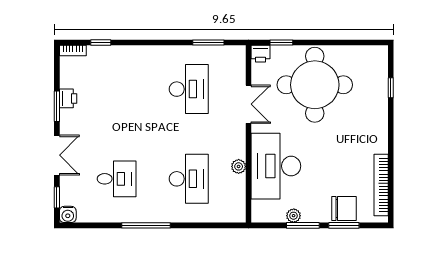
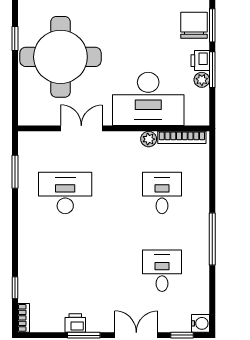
window: (281, 43) -> (15, 38), moved
printer: (260, 54) -> (200, 61), moved, turned 180
desk: (189, 179) -> (162, 193), width x0.73
bookcase: (240, 197) -> (182, 137), added

